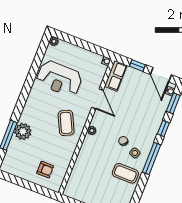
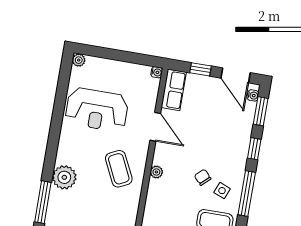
plant: (23, 131) -> (64, 177), moved

